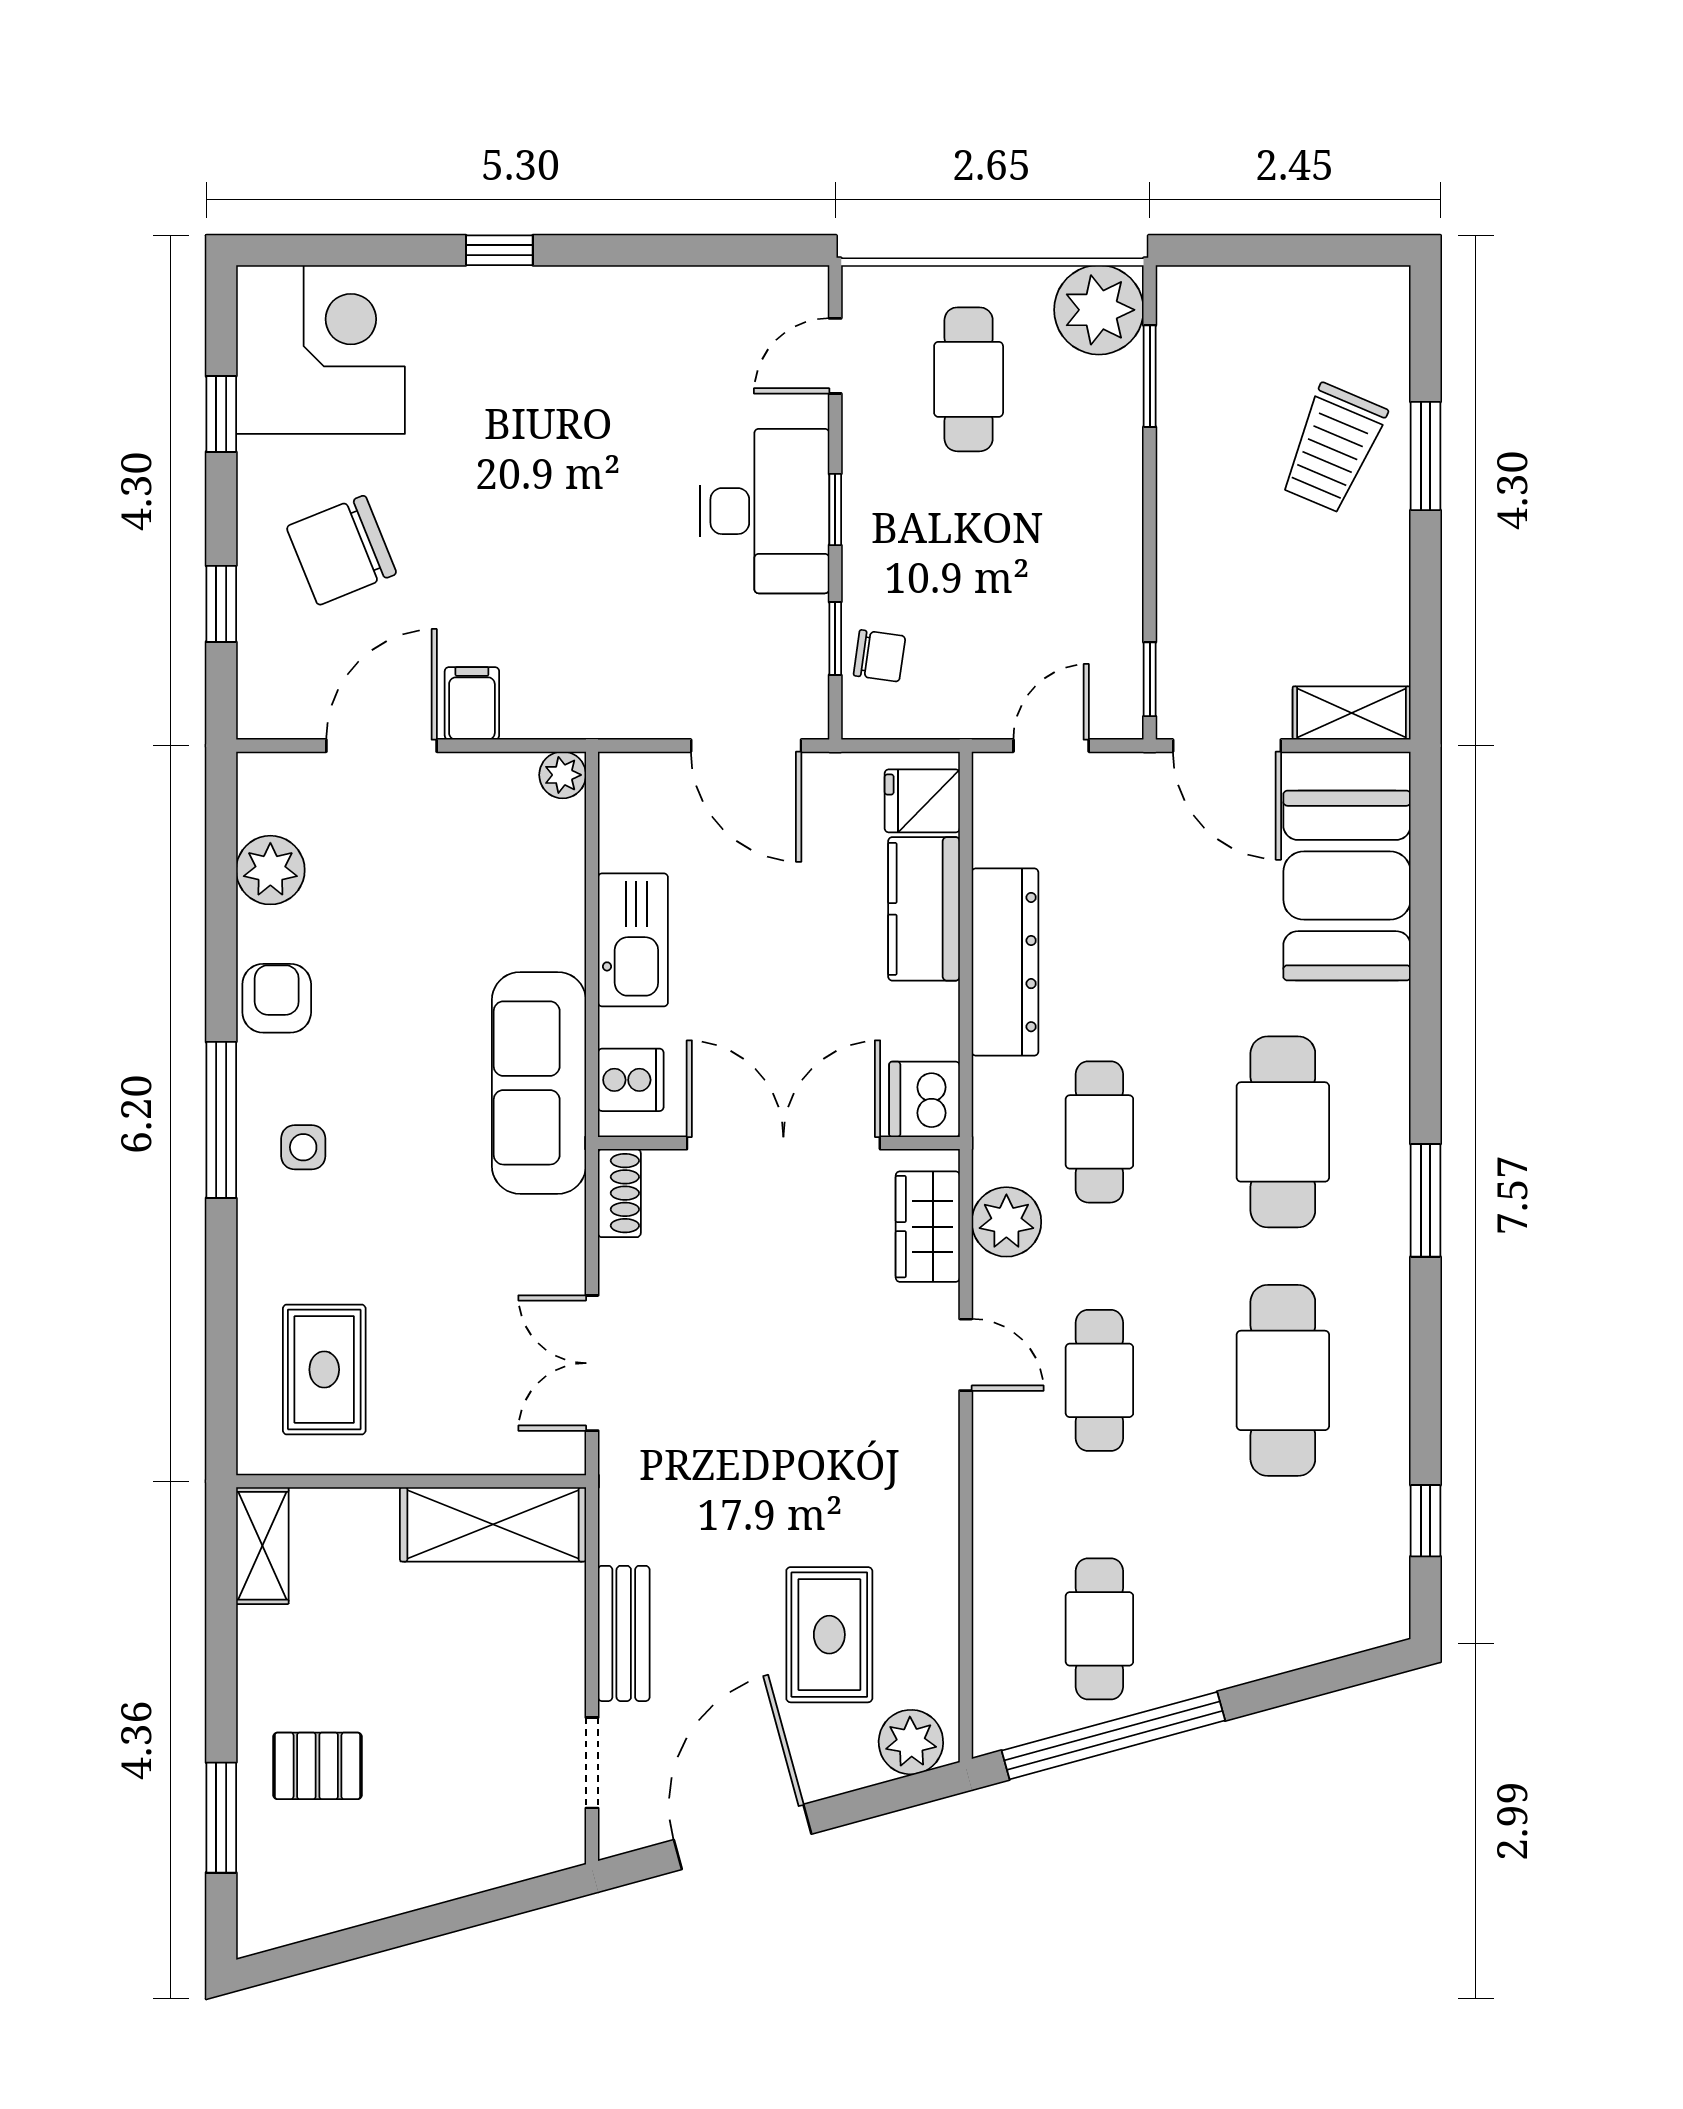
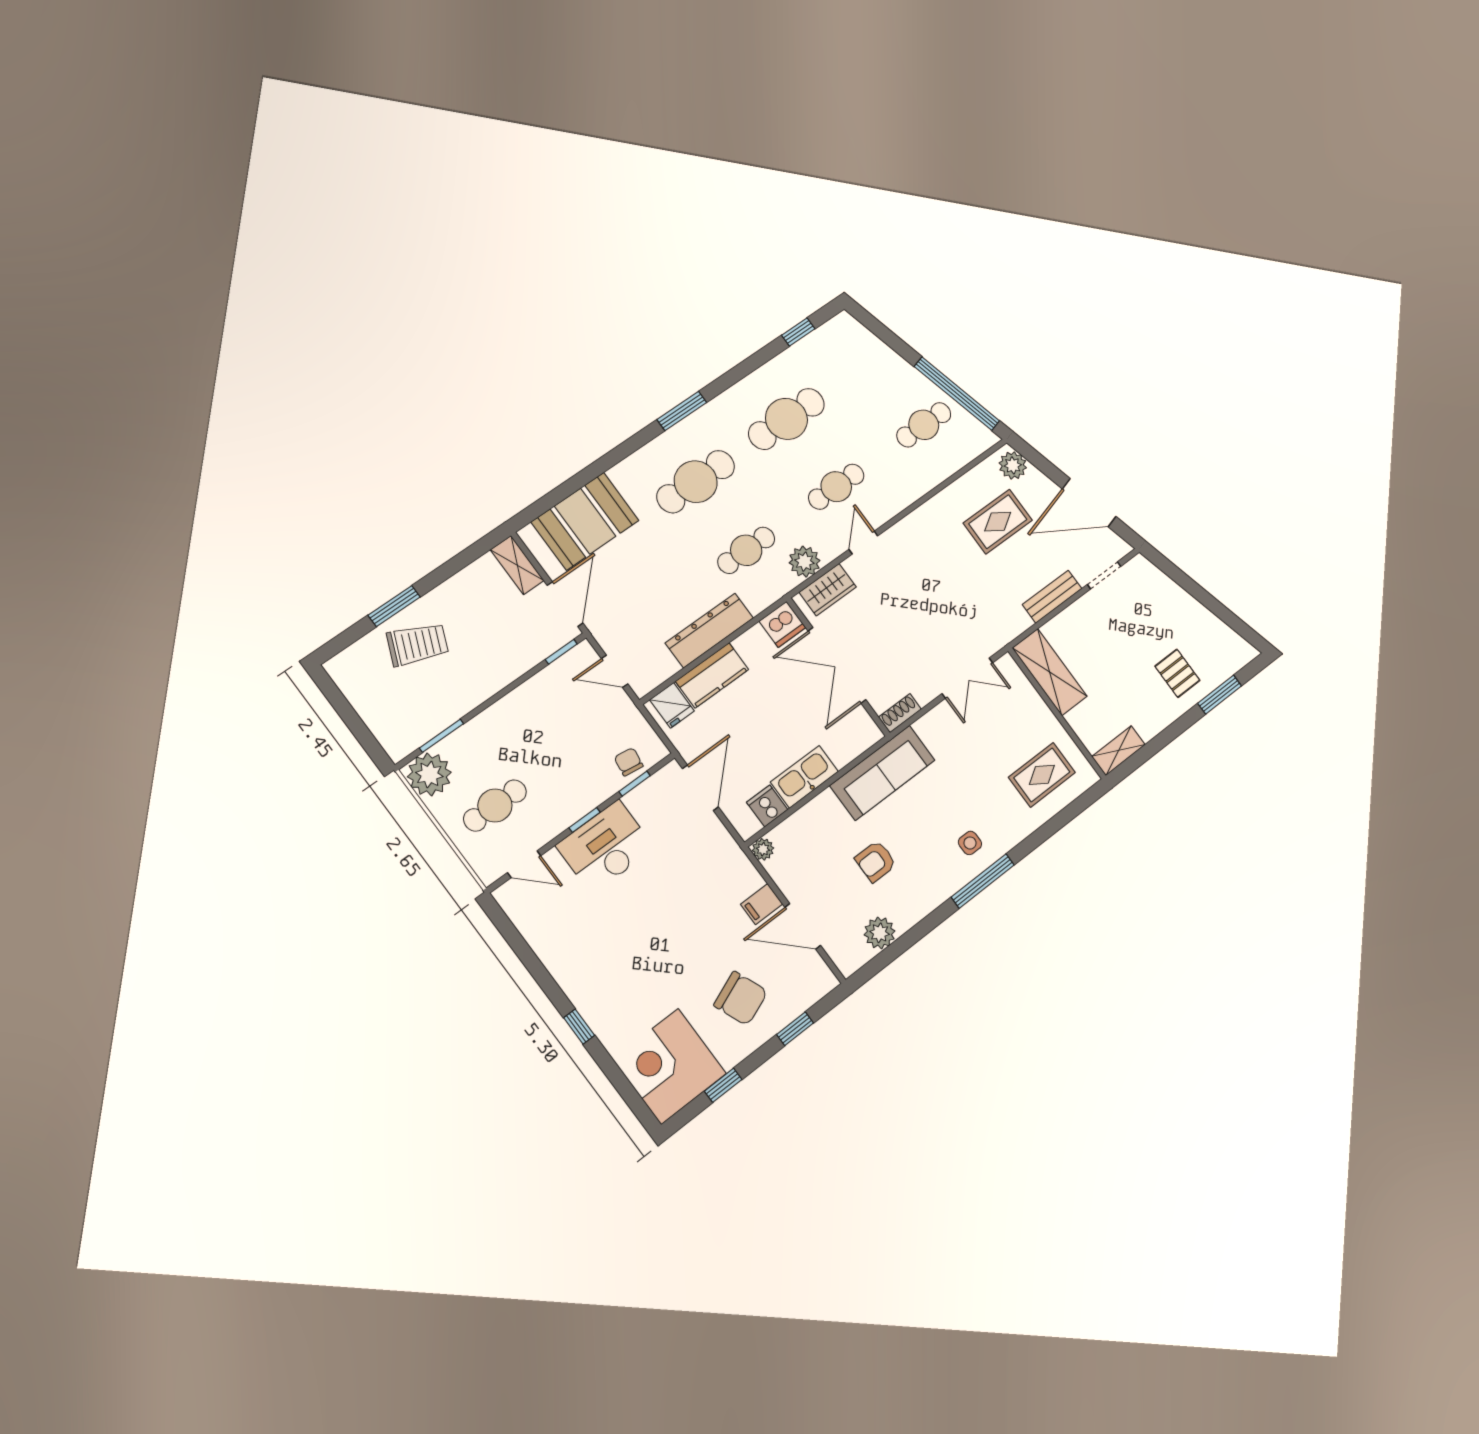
armchair: (277, 998) -> (876, 861), moved
cooker: (631, 1080) -> (767, 806), moved

